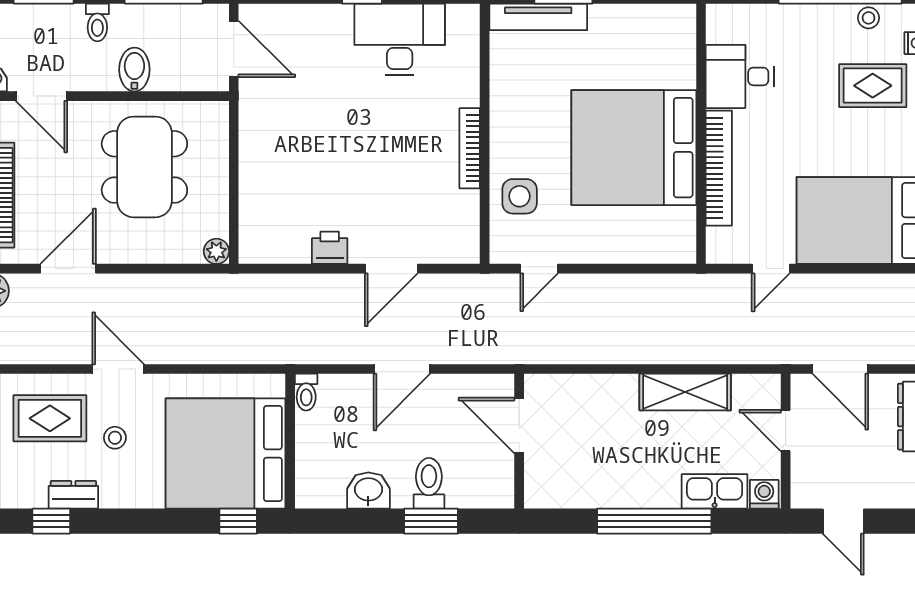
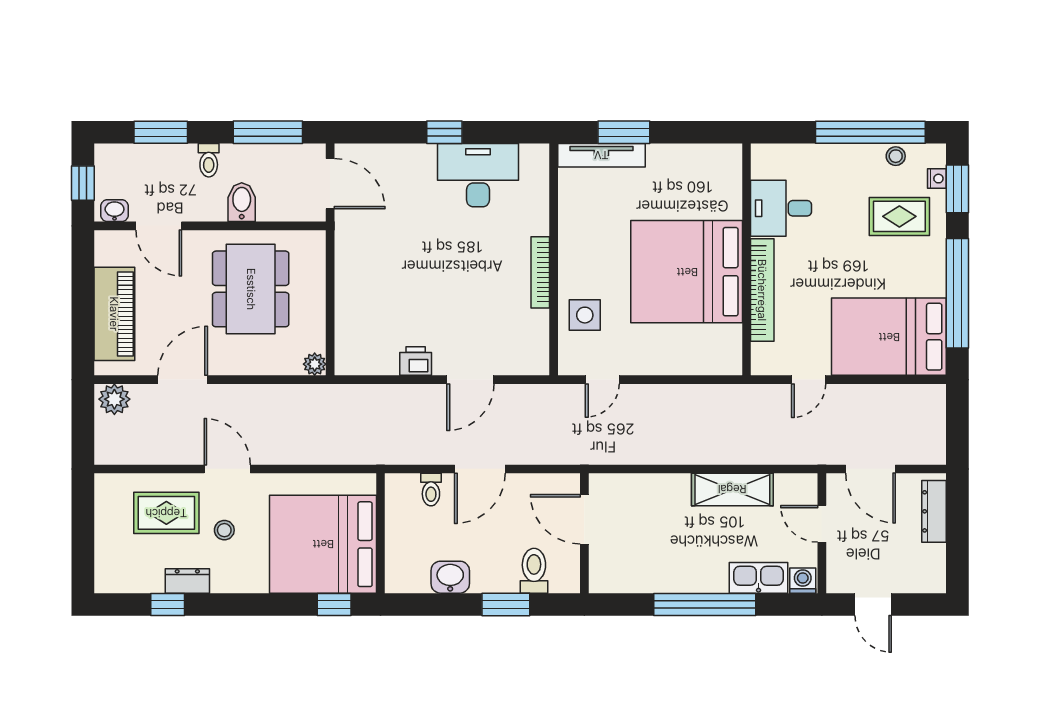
toilet: (306, 392) -> (431, 490), moved
toilet: (429, 483) -> (534, 571), moved

